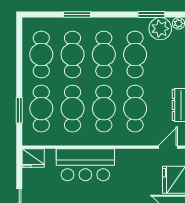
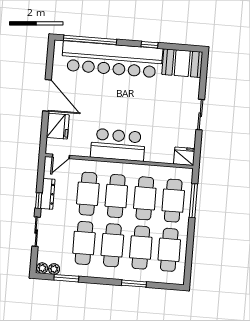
plant: (160, 29) -> (54, 269), width x0.53, depth x0.53
window: (19, 110) -> (193, 201), width x1.44
bar counter: (85, 165) -> (118, 145), moved

